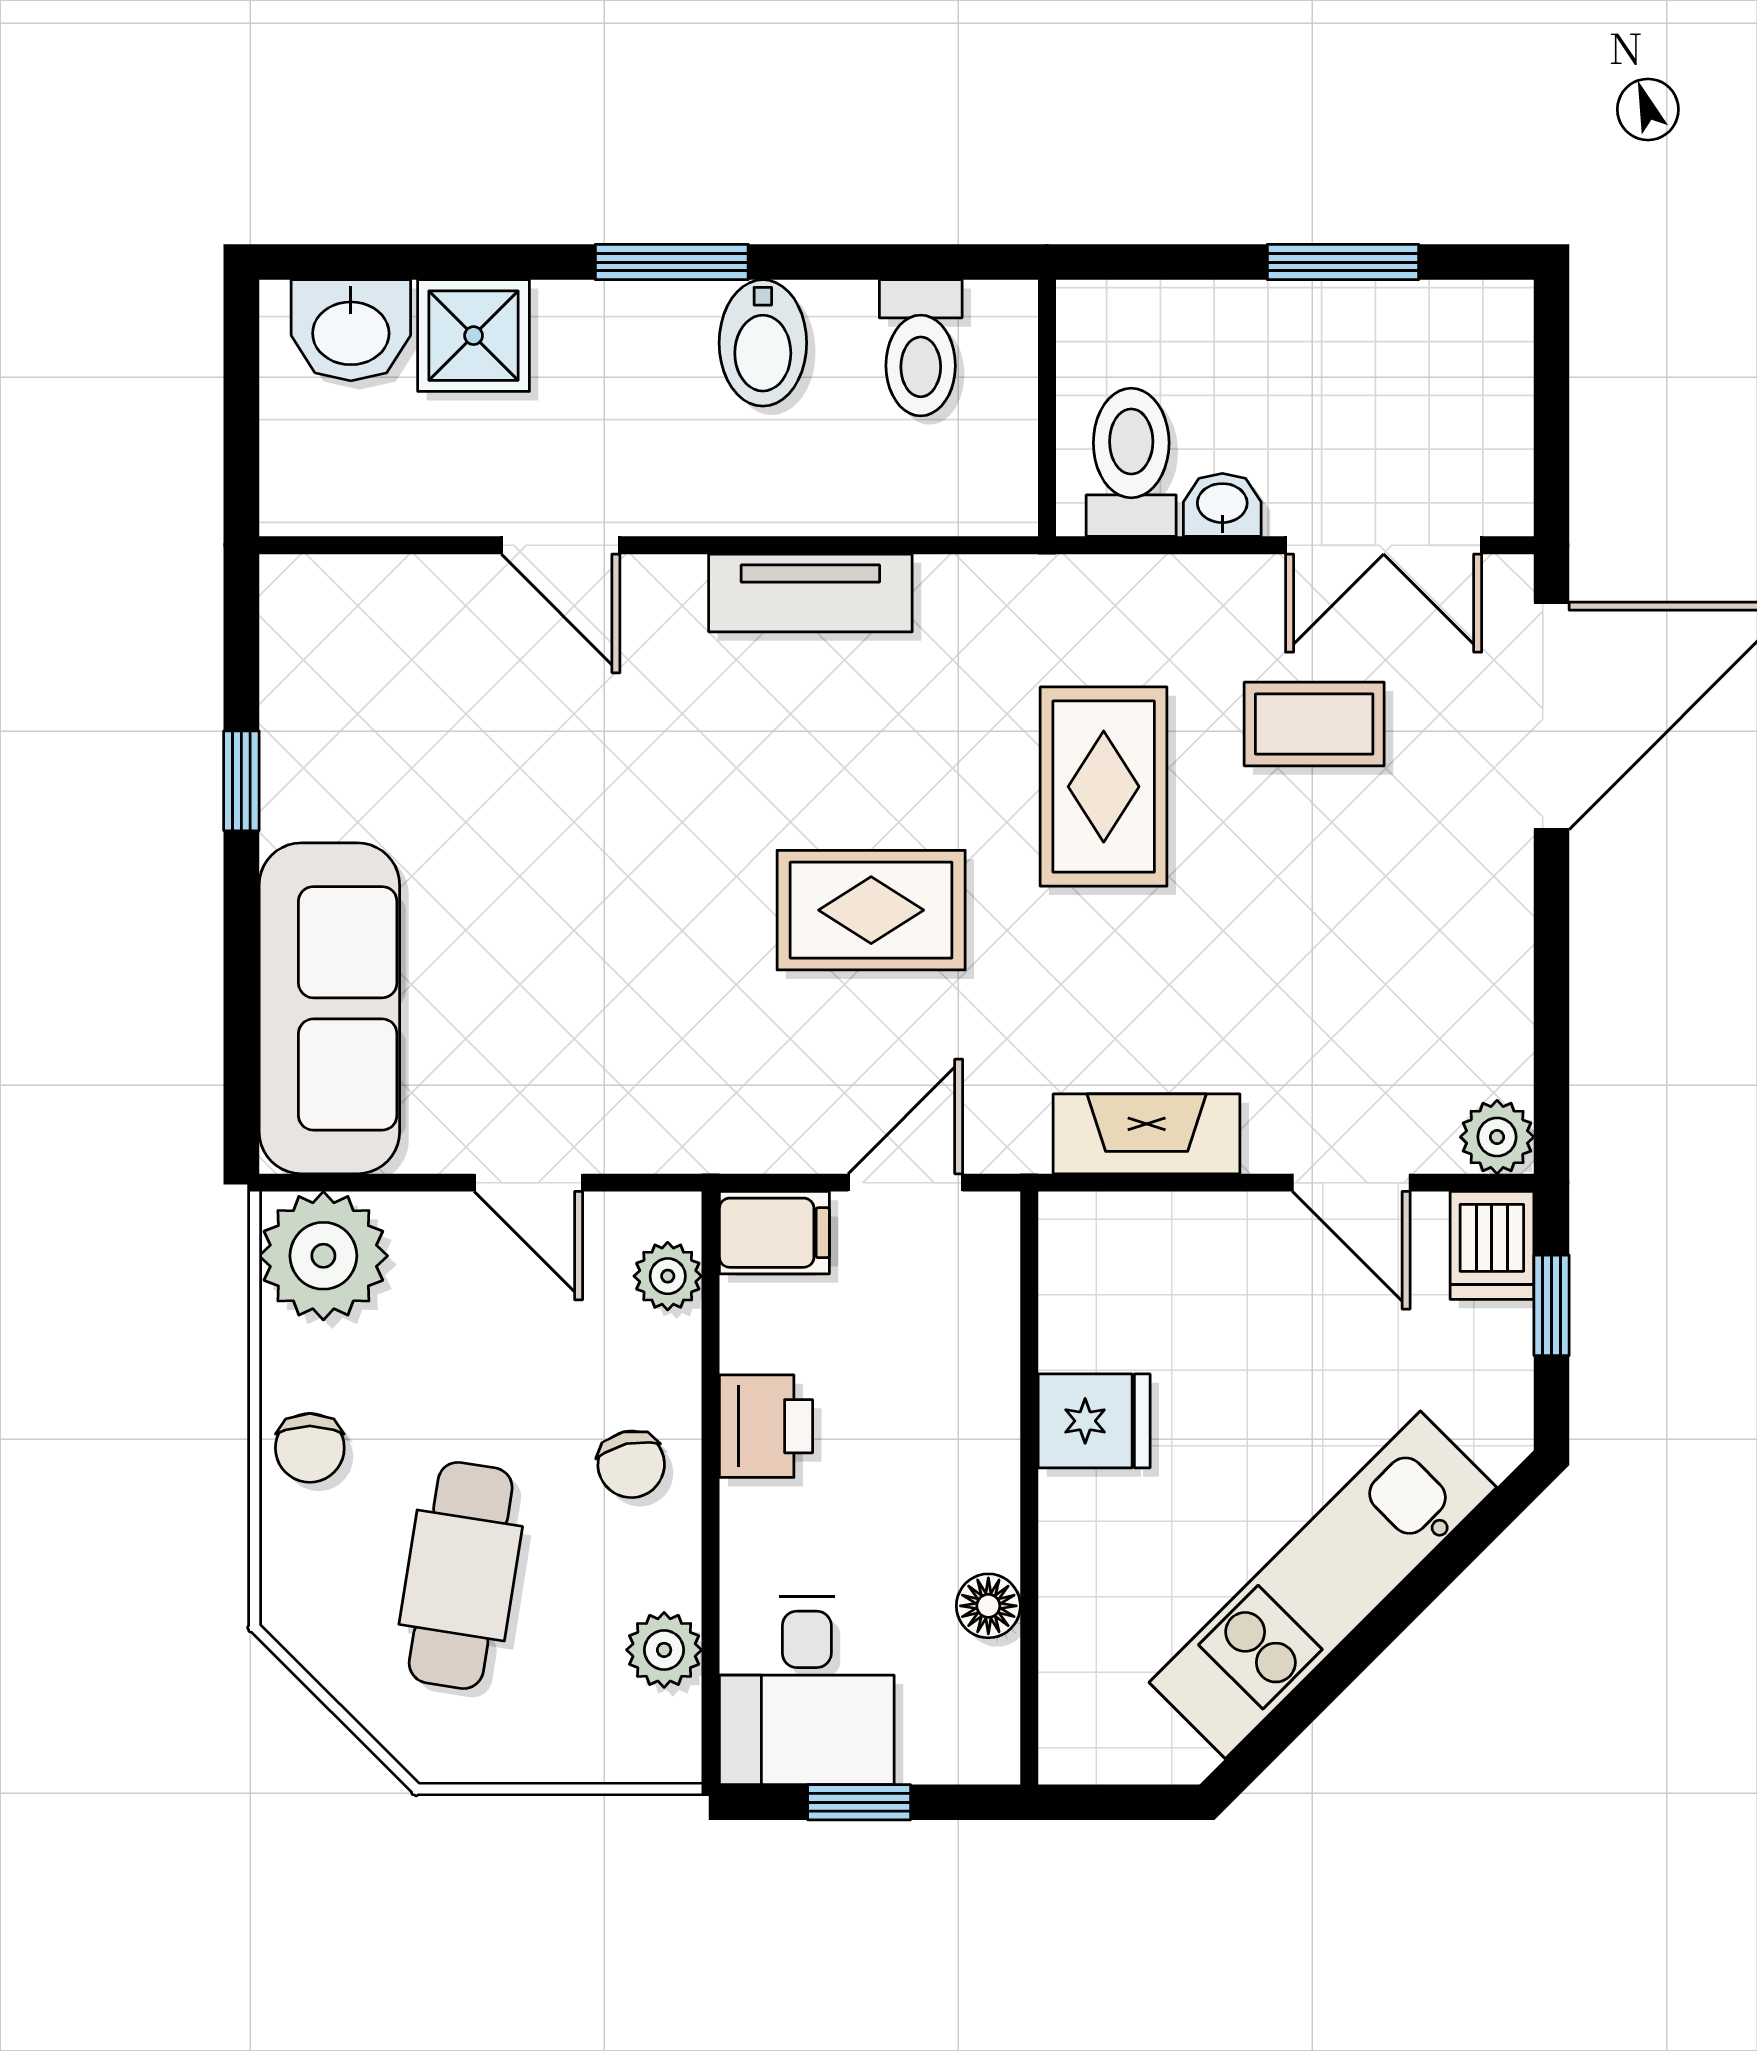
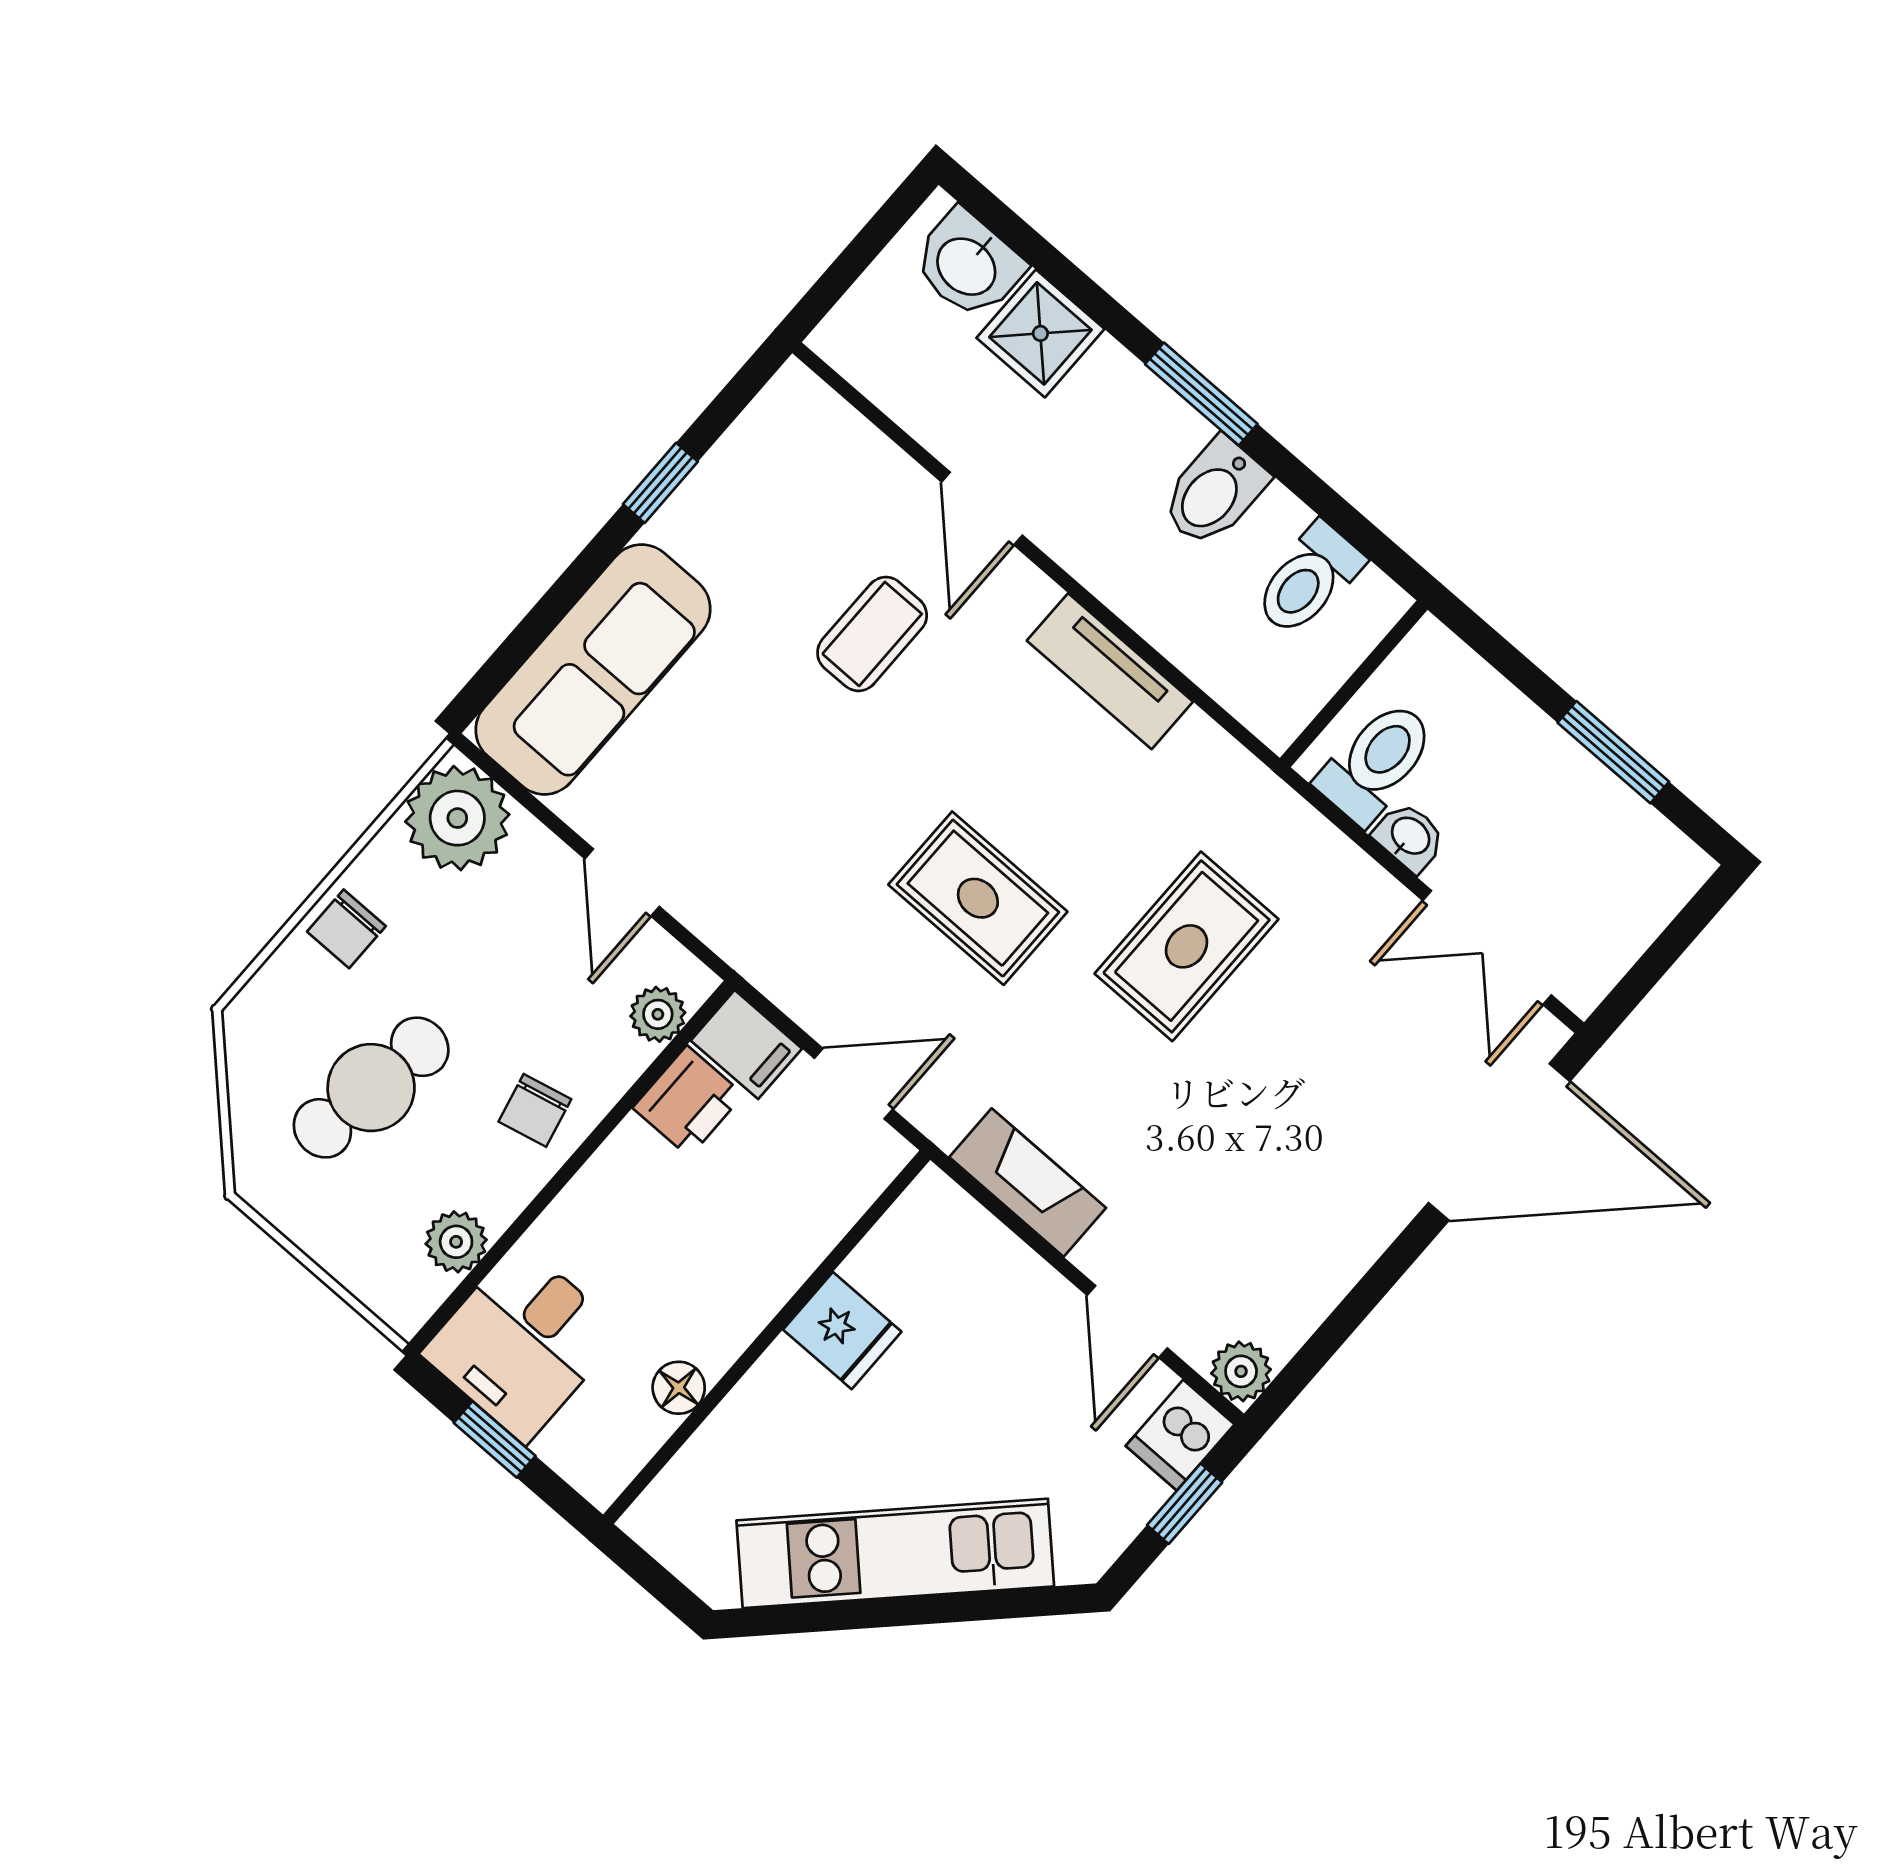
coffee table: (1314, 724) -> (872, 634), moved, turned 90
printer: (766, 1426) -> (688, 1101), moved

